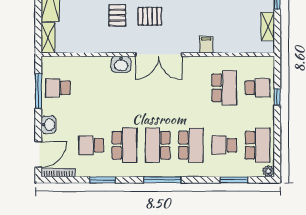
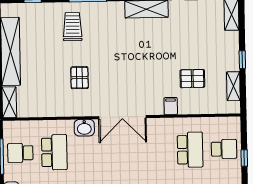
pallet: (150, 16) -> (192, 79), moved
school desk: (91, 88) -> (54, 152), added

